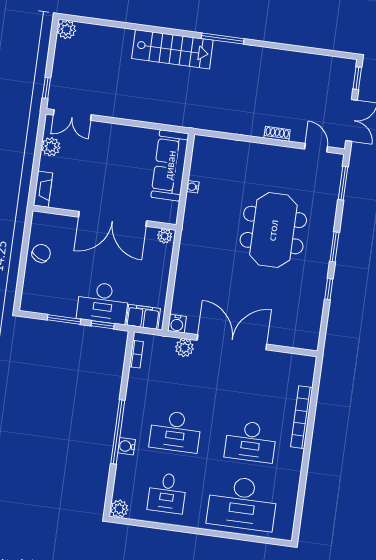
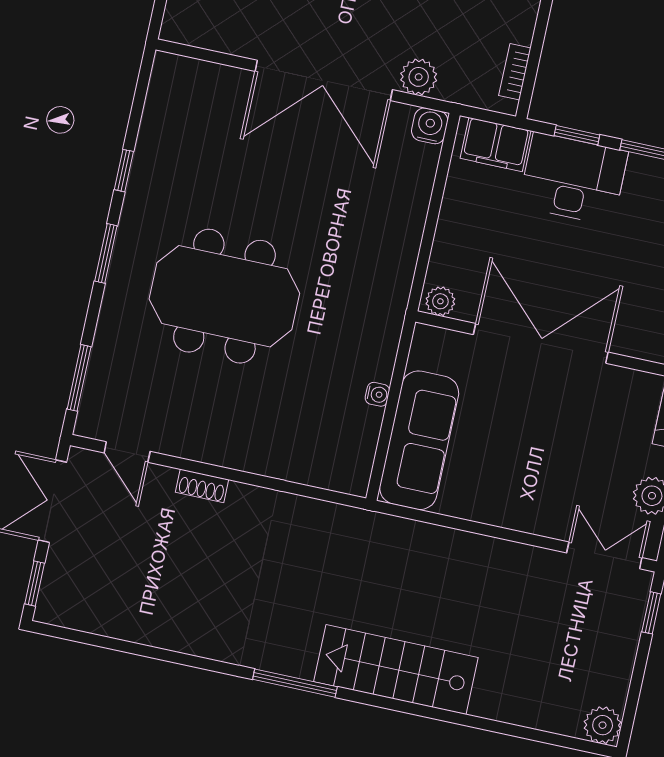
meeting table: (273, 230) -> (224, 296), turned 90

